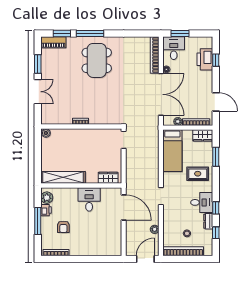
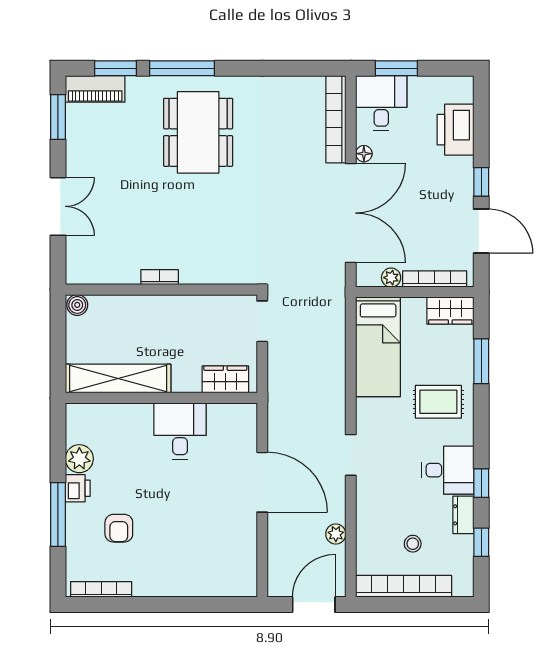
window: (216, 60) -> (481, 182), moved
window: (38, 64) -> (58, 117), moved
shelving: (63, 177) -> (118, 379), moved
wardrobe: (108, 178) -> (225, 379), moved
wall: (81, 186) -> (161, 398), moved
desk: (89, 199) -> (180, 431), moved

